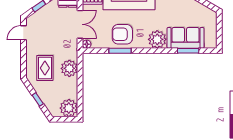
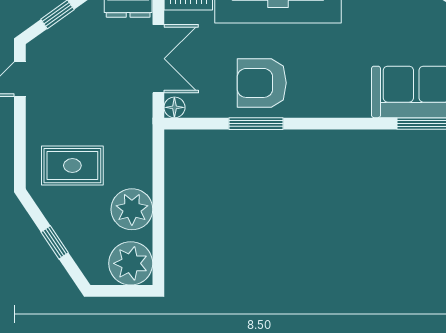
plant: (157, 39) -> (347, 96), removed
rug: (45, 68) -> (72, 166), turned 90
plant: (69, 68) -> (132, 209), moved

